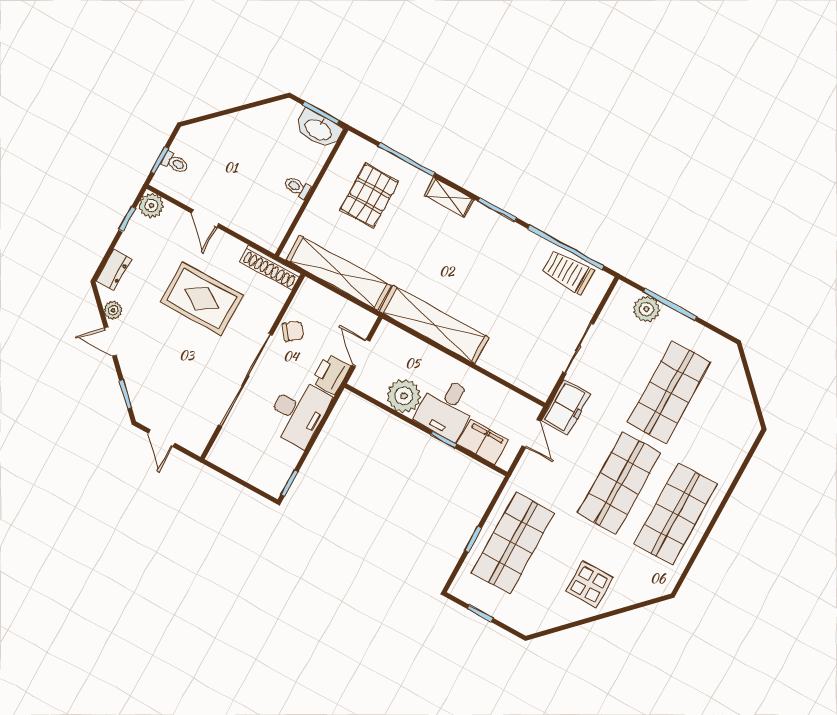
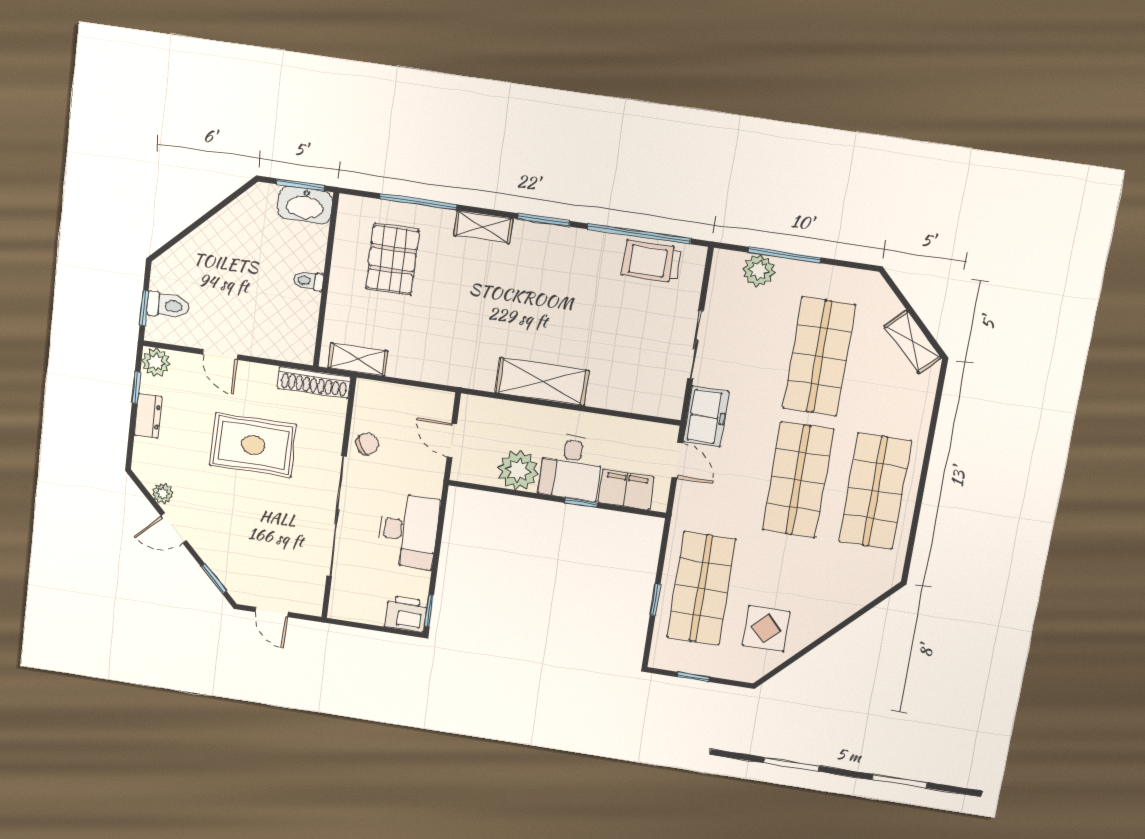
toilet: (175, 163) -> (168, 305), width x1.37, depth x1.39
dresser: (114, 270) -> (148, 416), moved
shelving: (339, 273) -> (358, 359), width x0.45, depth x0.75
shelving: (434, 325) -> (542, 382), width x0.68
printer: (331, 374) -> (406, 614), moved, turned 90
shelving: (744, 407) -> (913, 342), added
display table: (589, 584) -> (766, 628), moved

